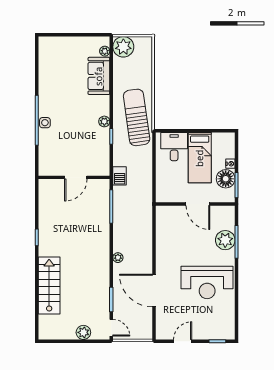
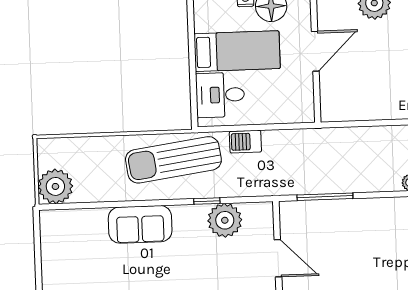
plant: (105, 51) -> (64, 217), removed
sofa: (99, 76) -> (140, 224), moved
plant: (104, 121) -> (225, 220), moved, width x1.88, depth x1.88
barbecue: (120, 176) -> (245, 142), moved, turned 180

